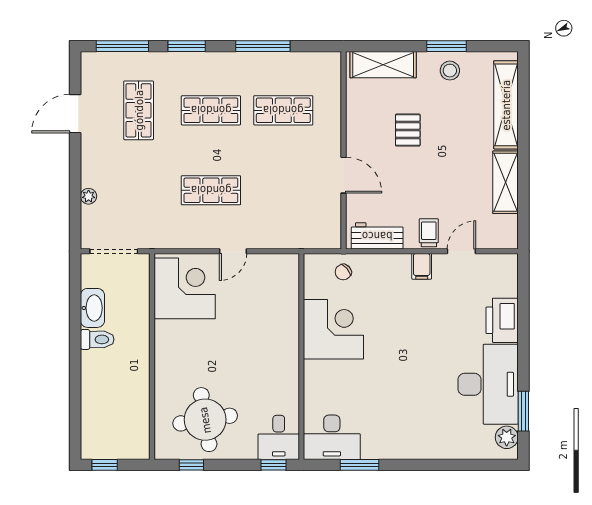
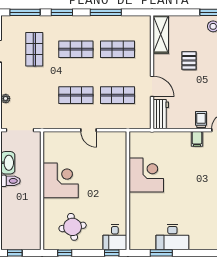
shelving: (383, 65) -> (161, 34), moved, turned 90
shop shelf: (283, 190) -> (117, 95), added
workbench: (377, 236) -> (161, 114), moved, turned 90
door: (233, 251) -> (89, 130), hinge flipped
chair: (343, 272) -> (152, 142), removed
corner desk: (185, 288) -> (61, 180), moved
round table: (205, 420) -> (73, 227), width x0.73, depth x0.73
desk: (332, 437) -> (172, 237), moved

